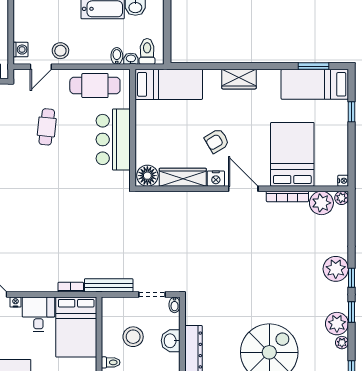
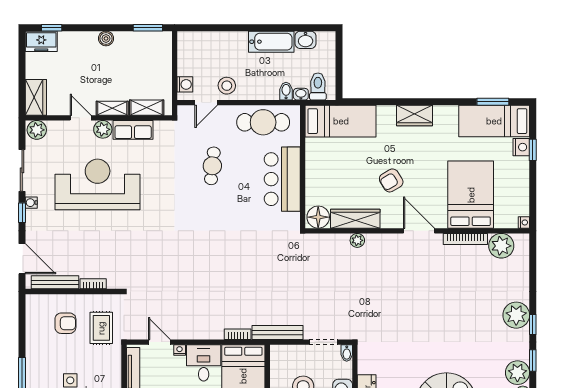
nightstand: (216, 179) -> (521, 147), moved, turned -90
plant: (342, 198) -> (357, 240), moved

